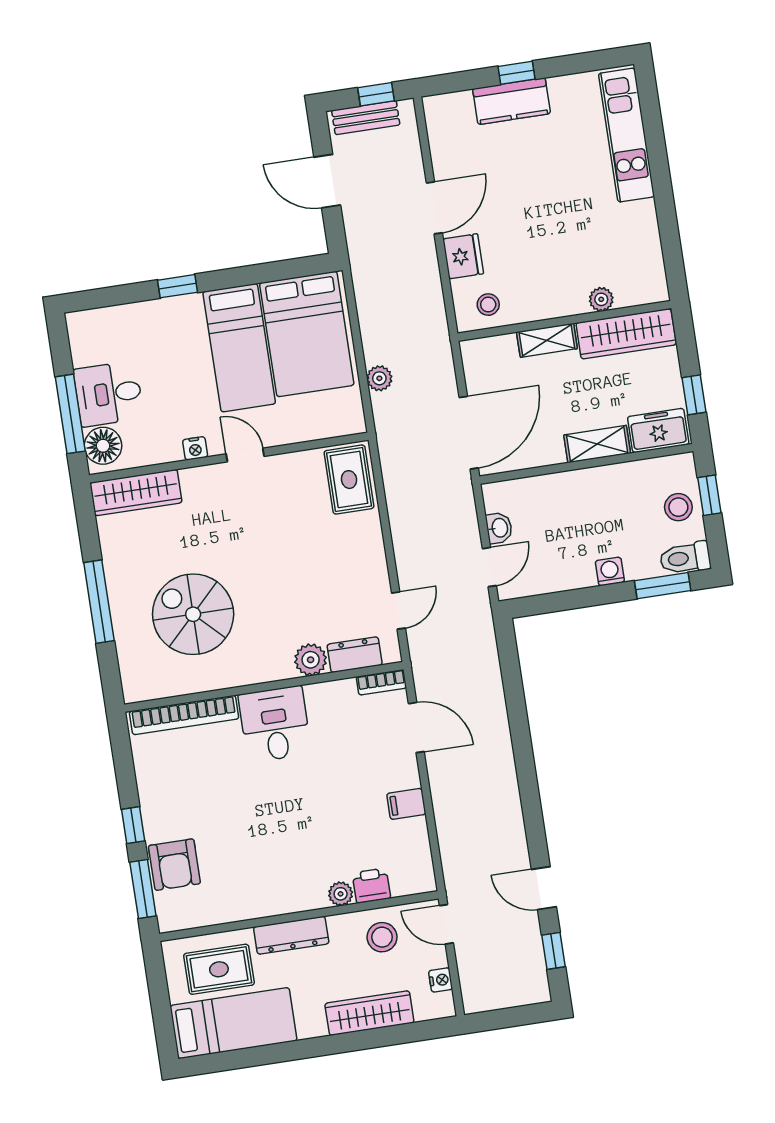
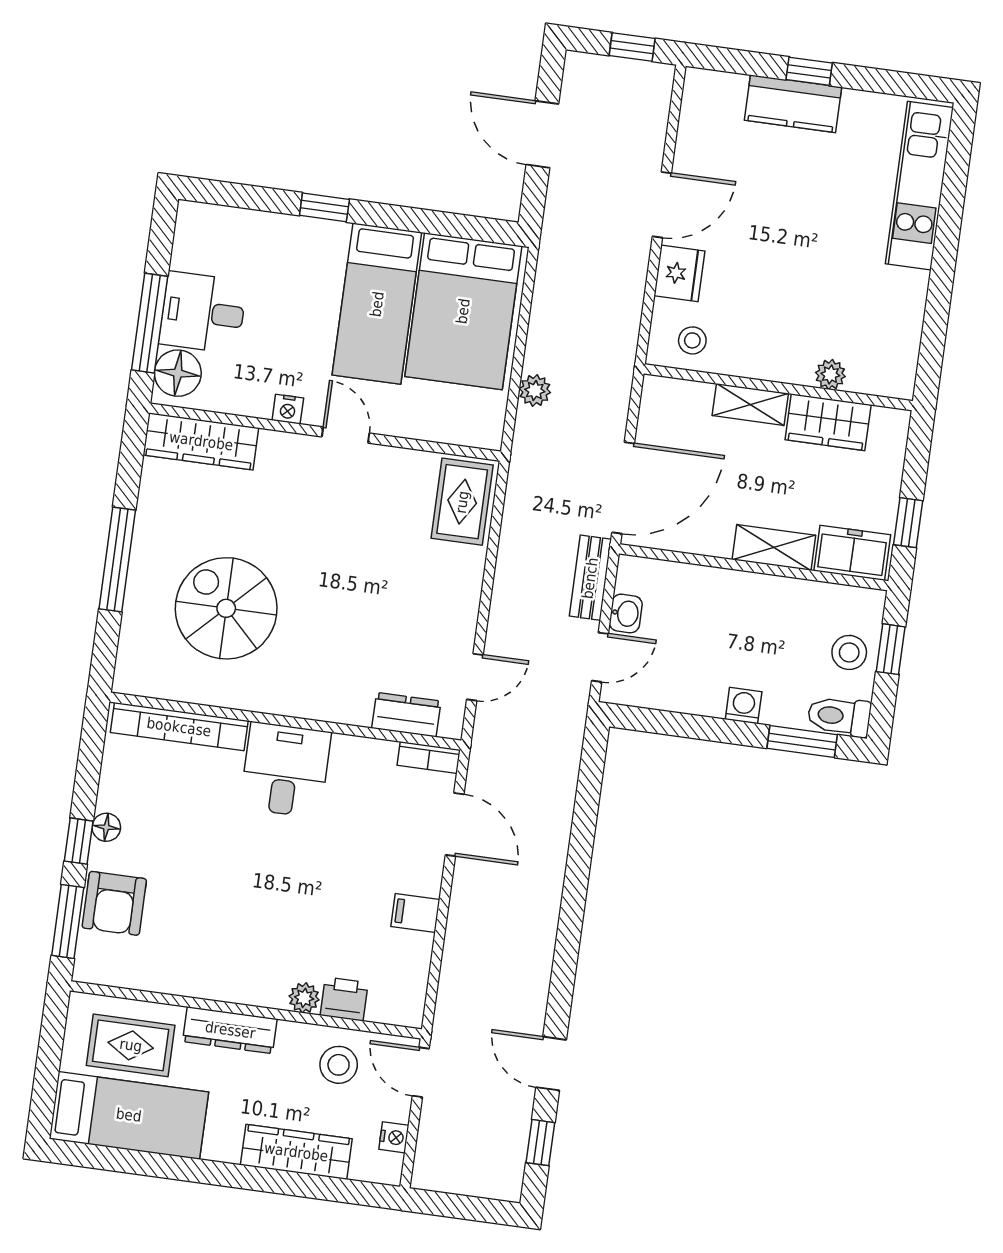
bench: (366, 118) -> (590, 578), moved, turned 90
wardrobe: (626, 334) -> (828, 422), width x0.67
plant: (311, 660) -> (351, 705), removed
floor lamp: (151, 808) -> (106, 827), added

